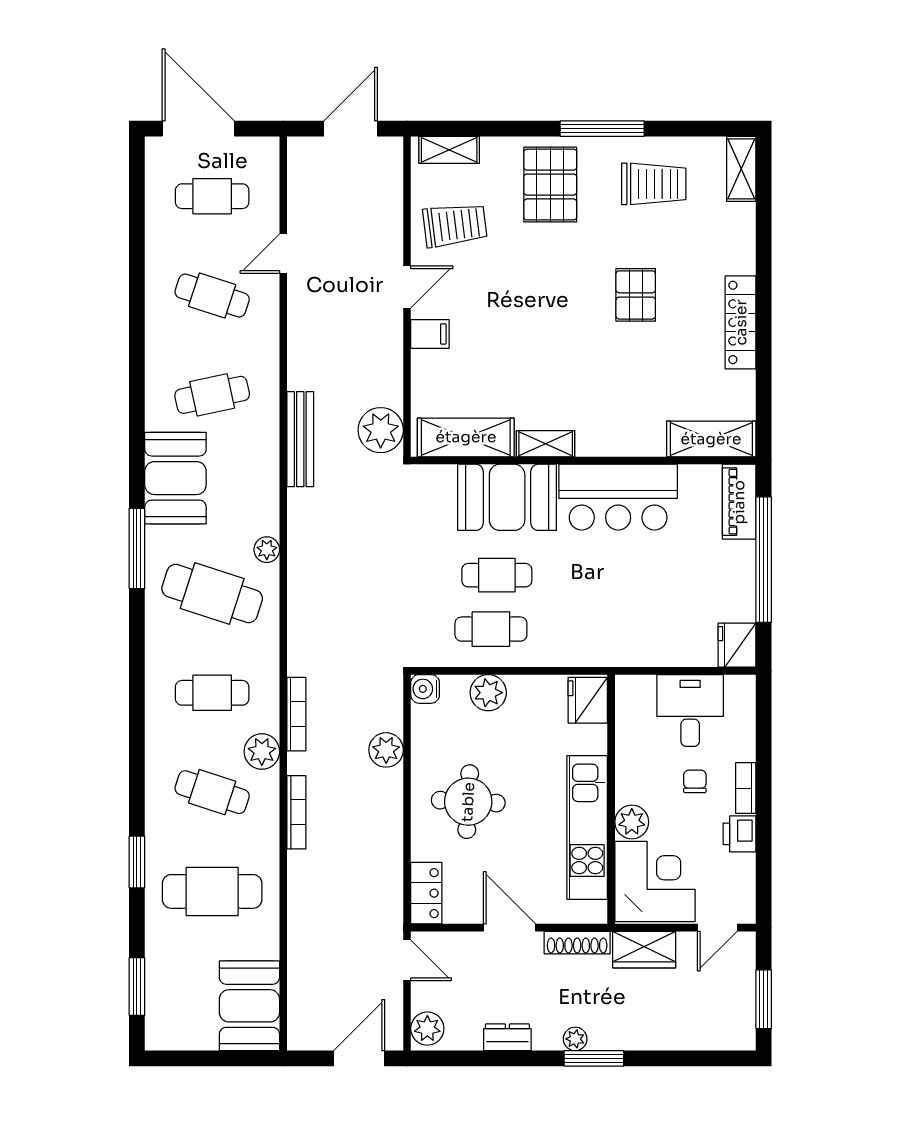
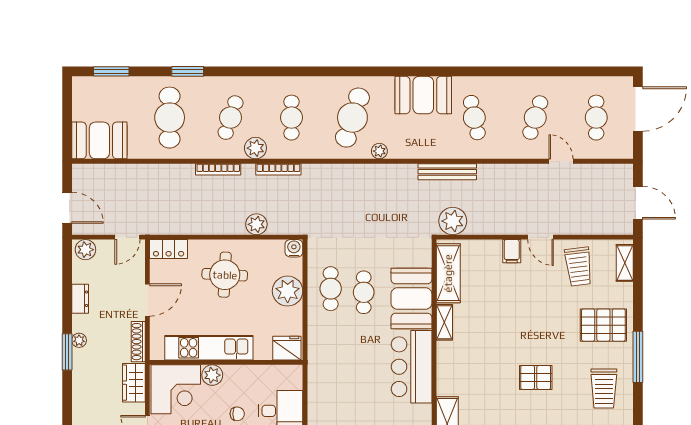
window: (137, 549) -> (380, 71), removed
plant: (488, 693) -> (288, 291), width x1.36, depth x1.36

